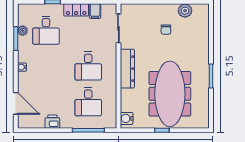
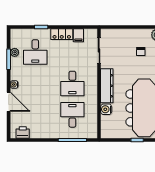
desk: (88, 102) -> (72, 115), turned 180
door: (16, 103) -> (9, 102), moved
water cooler: (127, 118) -> (106, 109), moved
printer: (52, 122) -> (23, 132), moved

